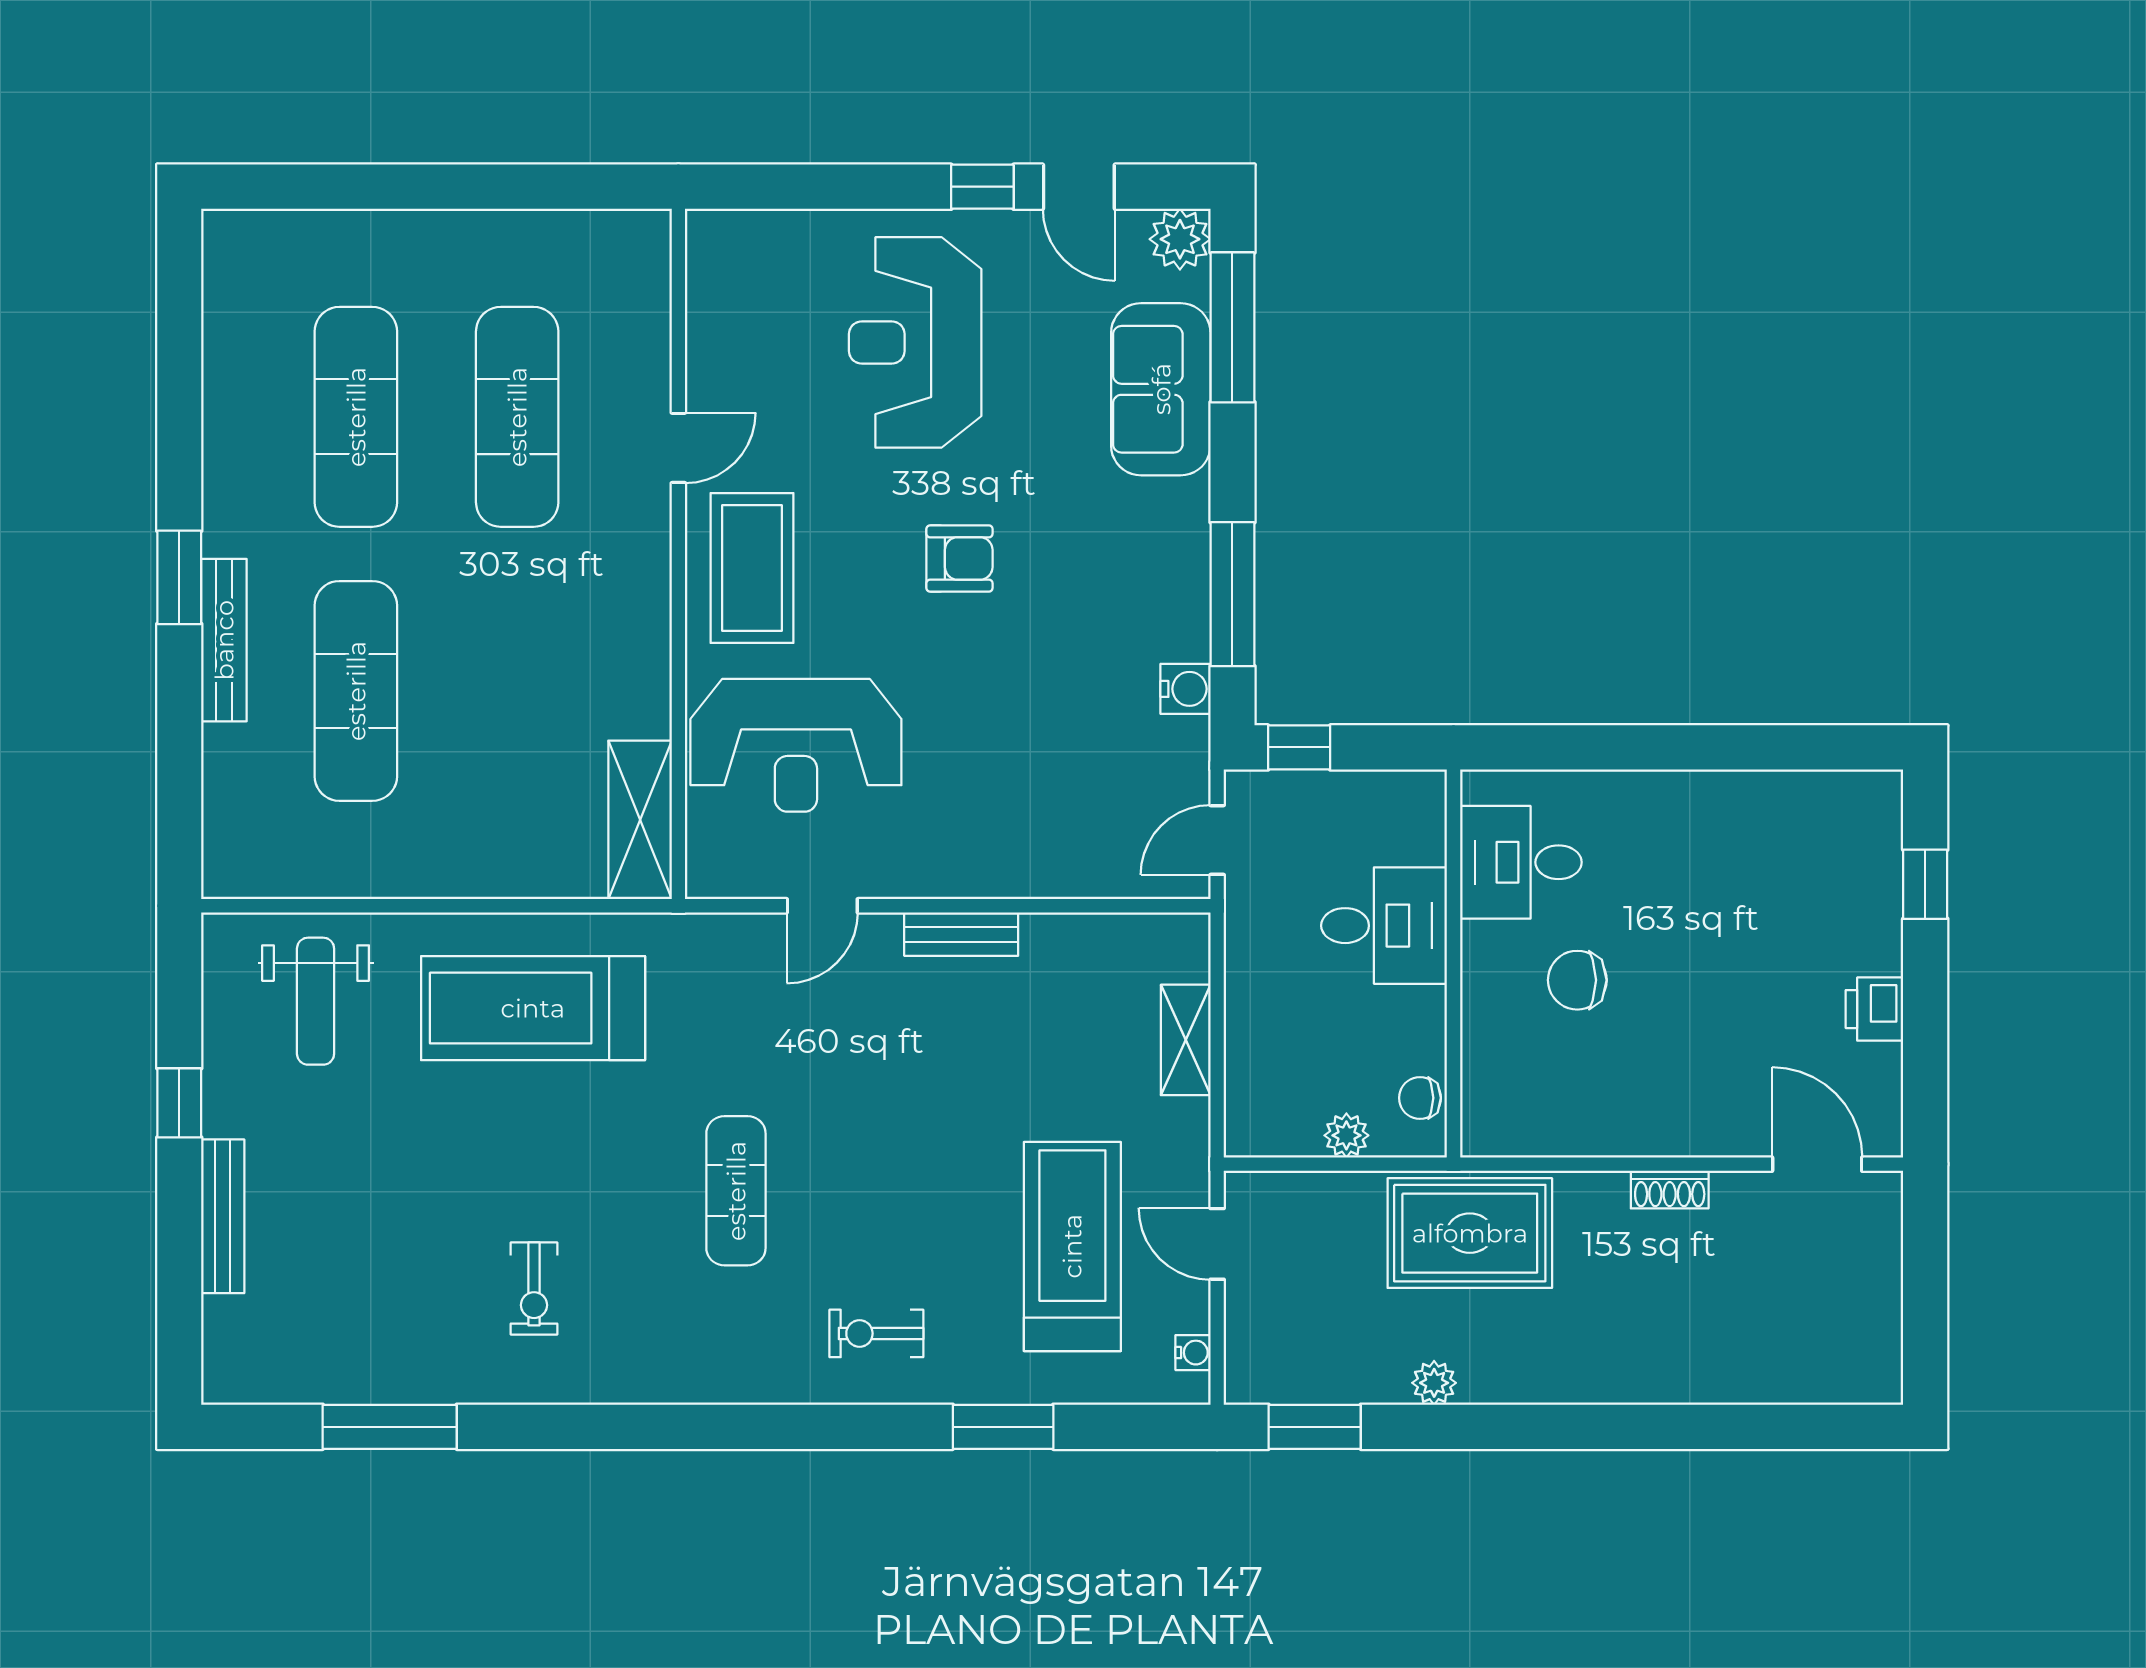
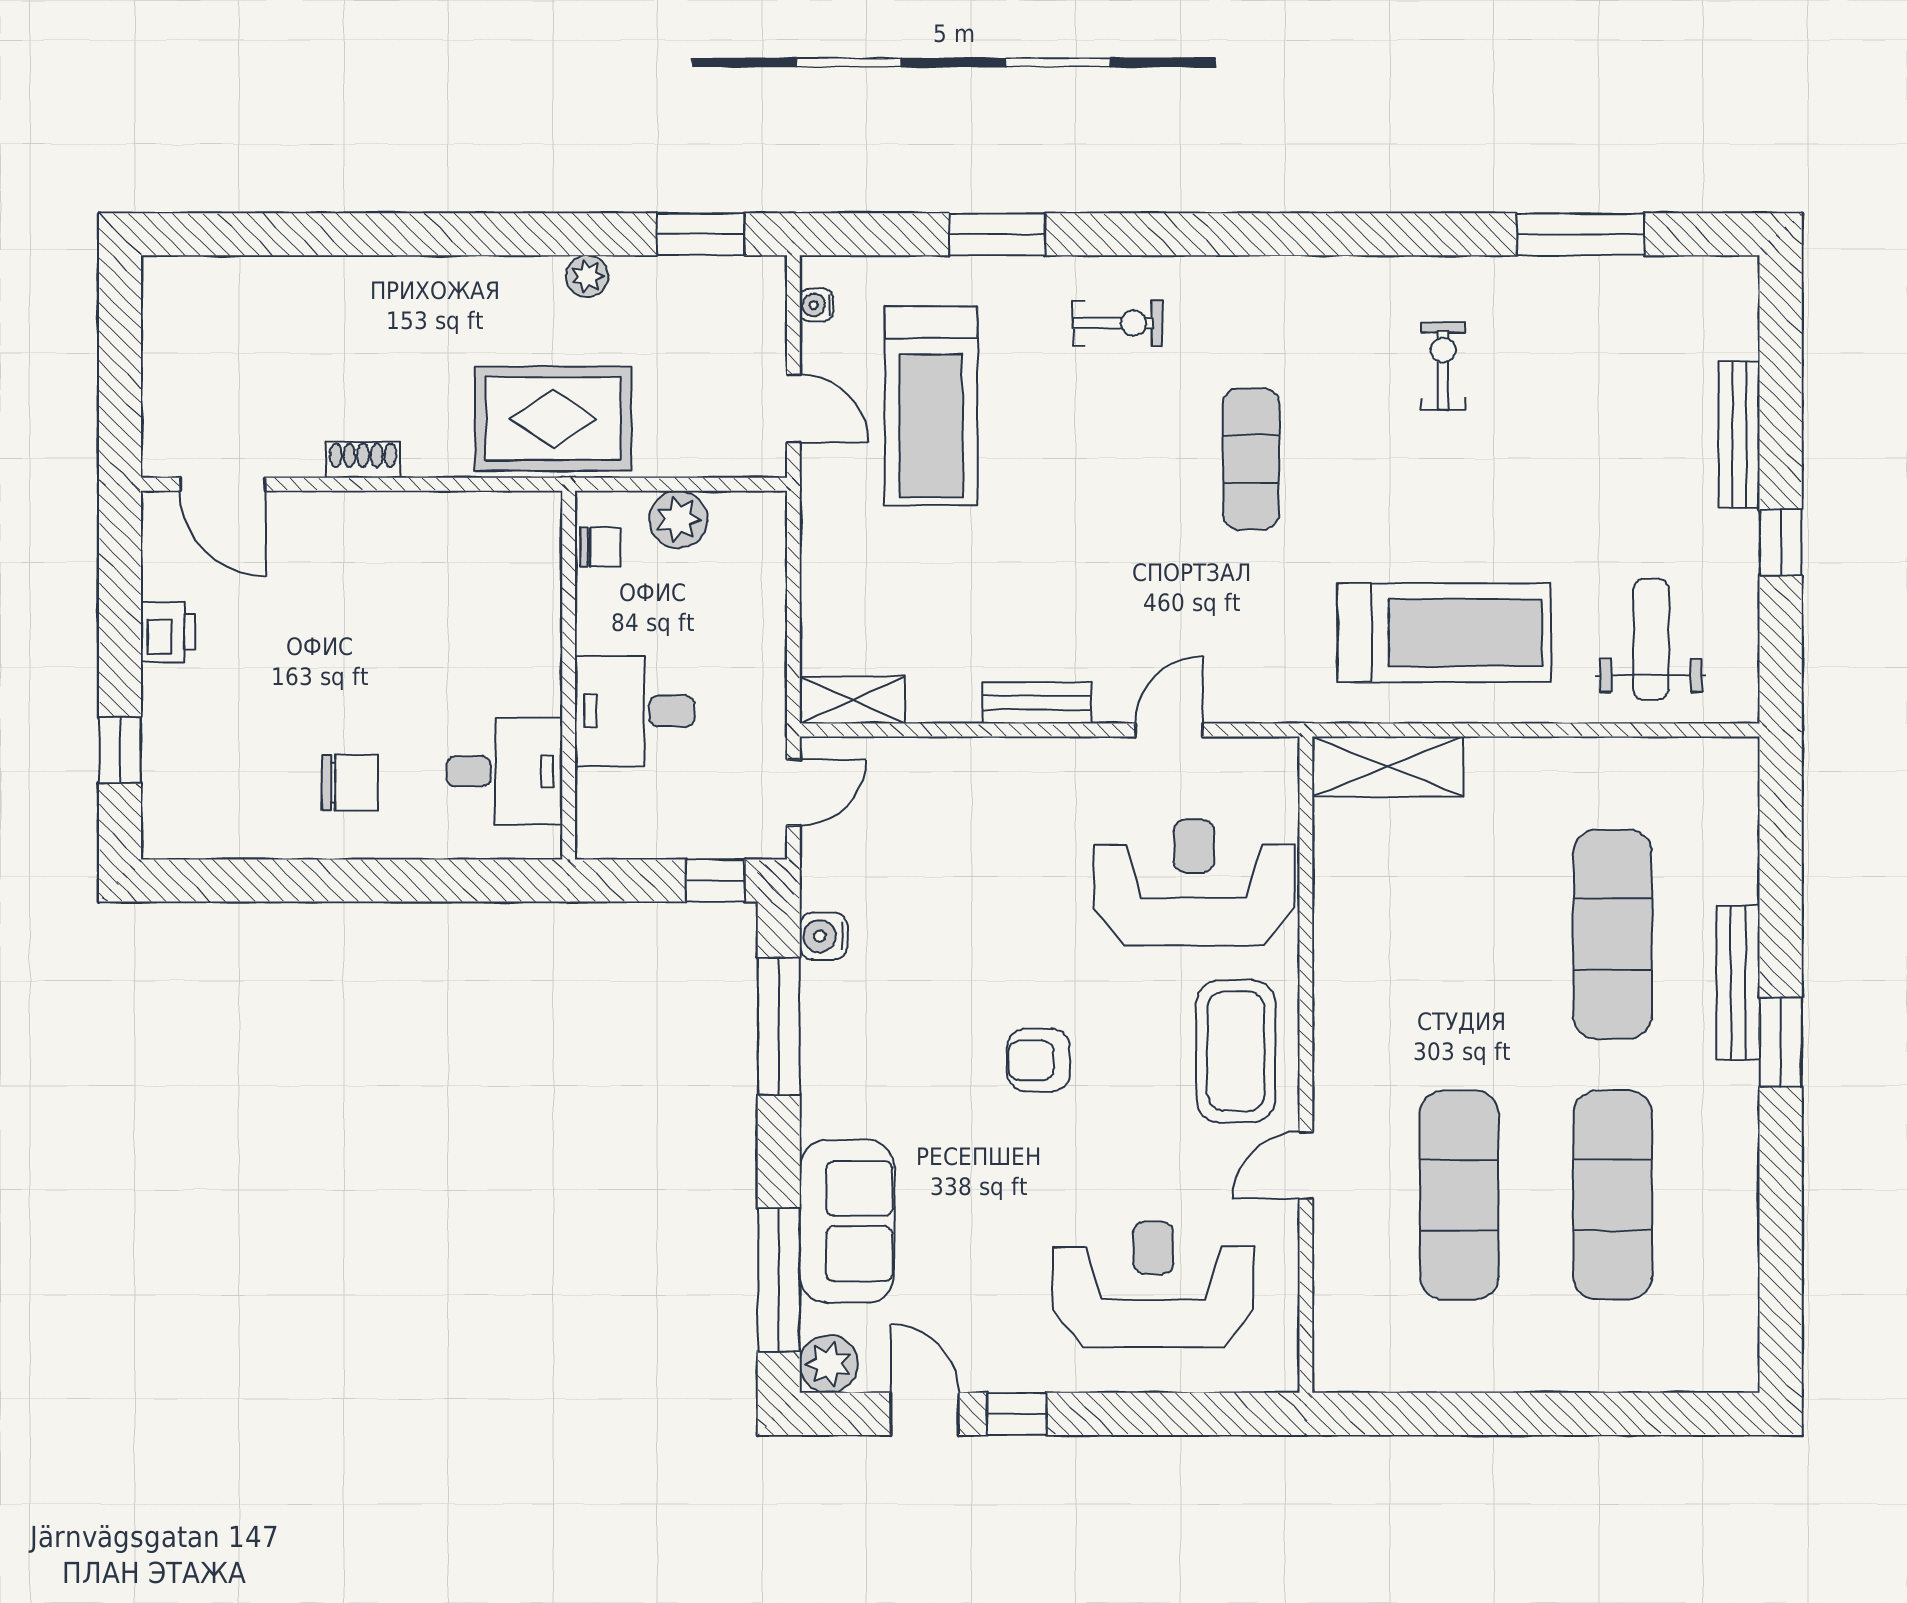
reception desk: (915, 342) -> (1153, 1284), moved, turned -90
shelving: (640, 820) -> (1388, 766), moved, turned 90
chair: (1577, 980) -> (350, 783), moved
shelving: (1186, 1040) -> (852, 700), moved, turned 90
plant: (1346, 1135) -> (678, 519), width x1.38, depth x1.38

